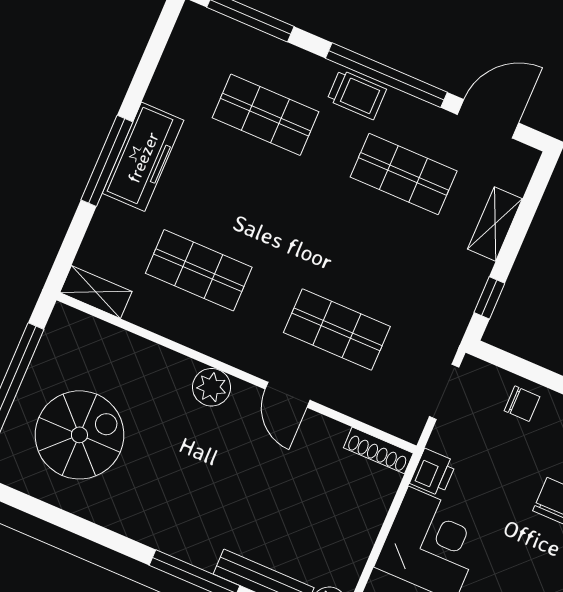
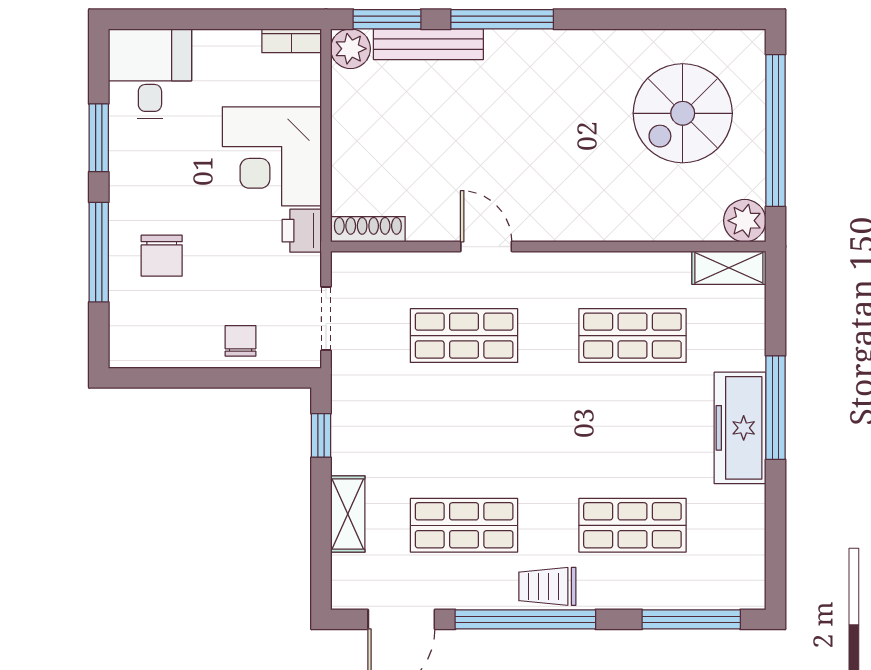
plant: (212, 387) -> (745, 221), moved
chair: (522, 404) -> (241, 341), turned 90

